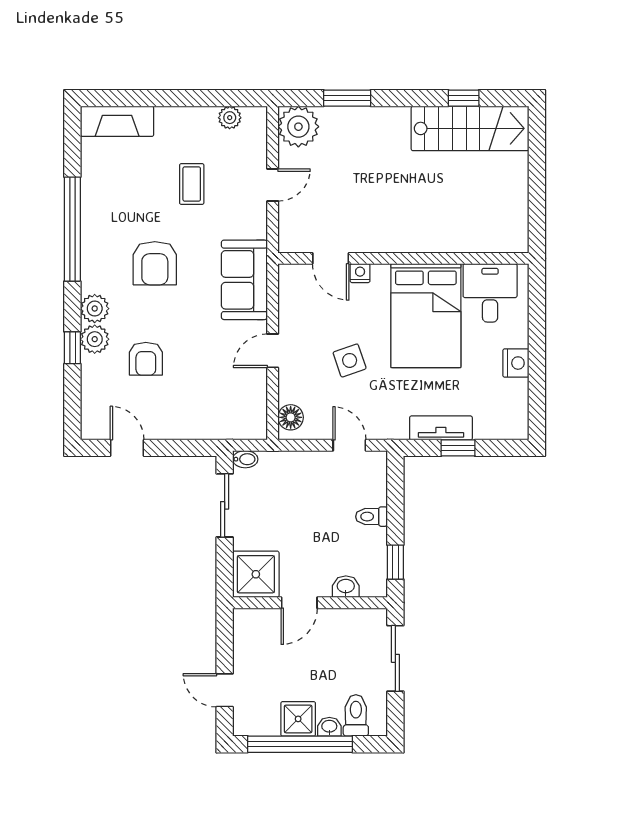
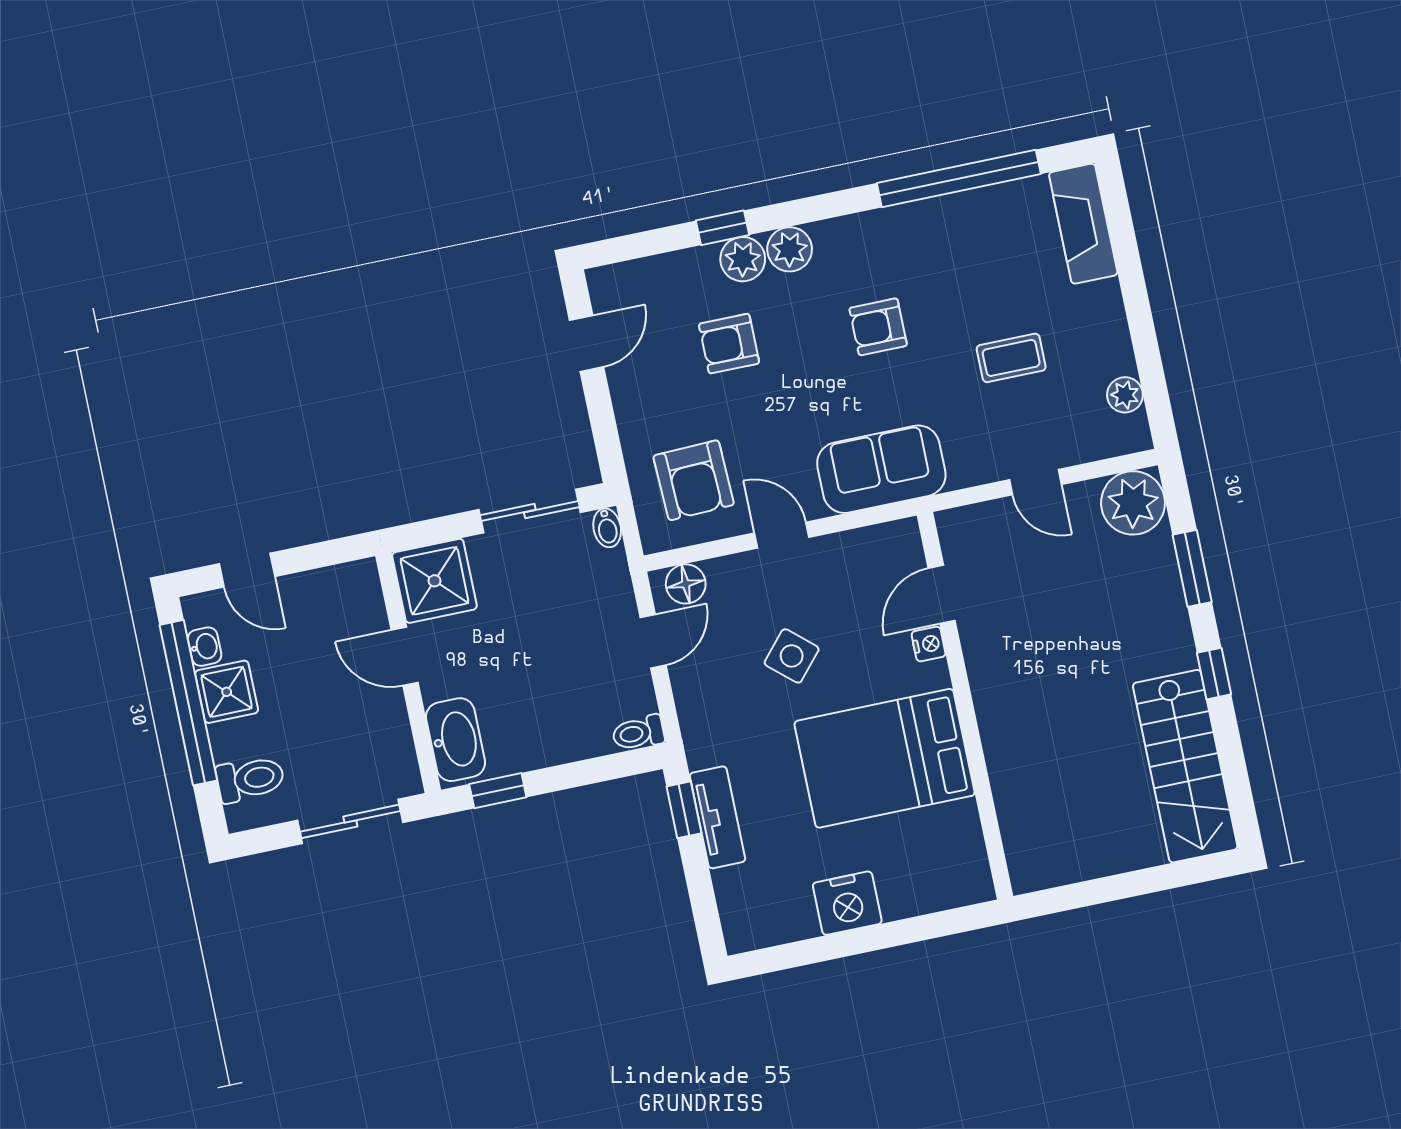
window: (464, 98) -> (1214, 674), moved
window: (72, 229) -> (959, 178), moved
armchair: (155, 263) -> (878, 327), width x0.72, depth x0.72
desk: (490, 293) -> (940, 849), removed
side table: (350, 360) -> (792, 656), turned -30
nightstand: (516, 363) -> (847, 903), width x1.36, depth x1.33
armchair: (227, 399) -> (694, 480), added
door: (349, 445) -> (653, 641), moved
window: (458, 448) -> (684, 810), moved
toilet: (372, 517) -> (638, 733), moved, turned -90
washbasin: (346, 587) -> (456, 740), width x1.91, depth x1.45
door: (225, 690) -> (247, 570), swing flipped
washbasin: (329, 727) -> (205, 647), moved

